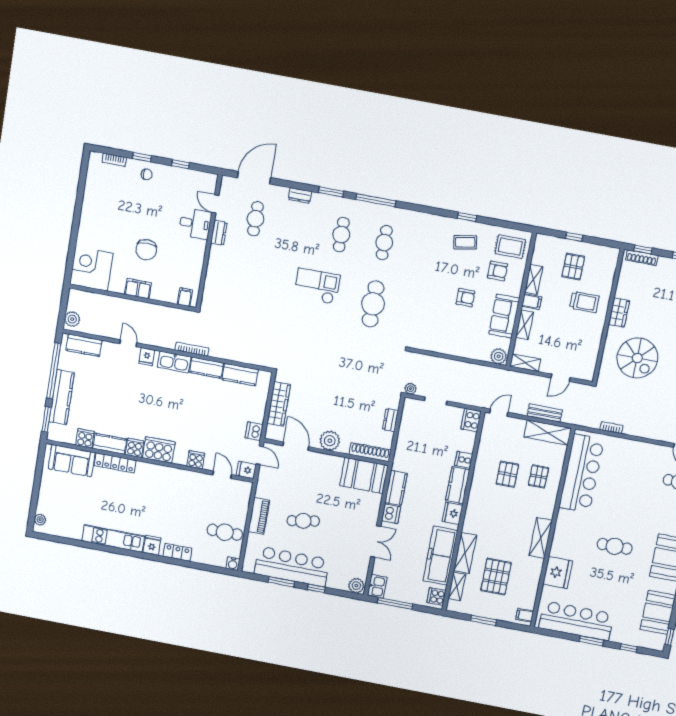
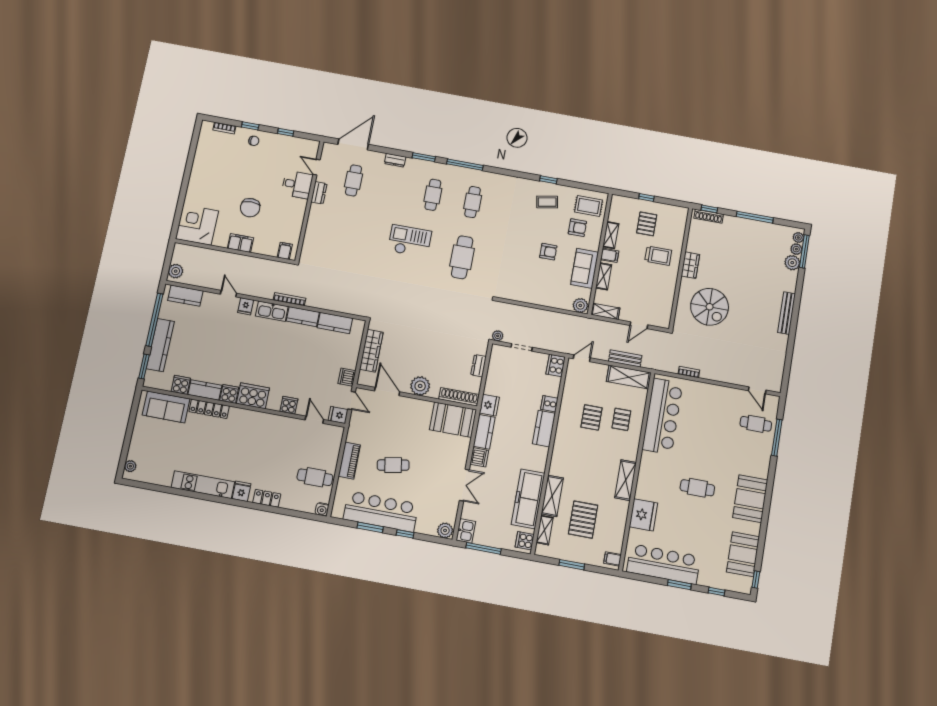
fridge: (452, 513) -> (489, 405), moved, turned 180

